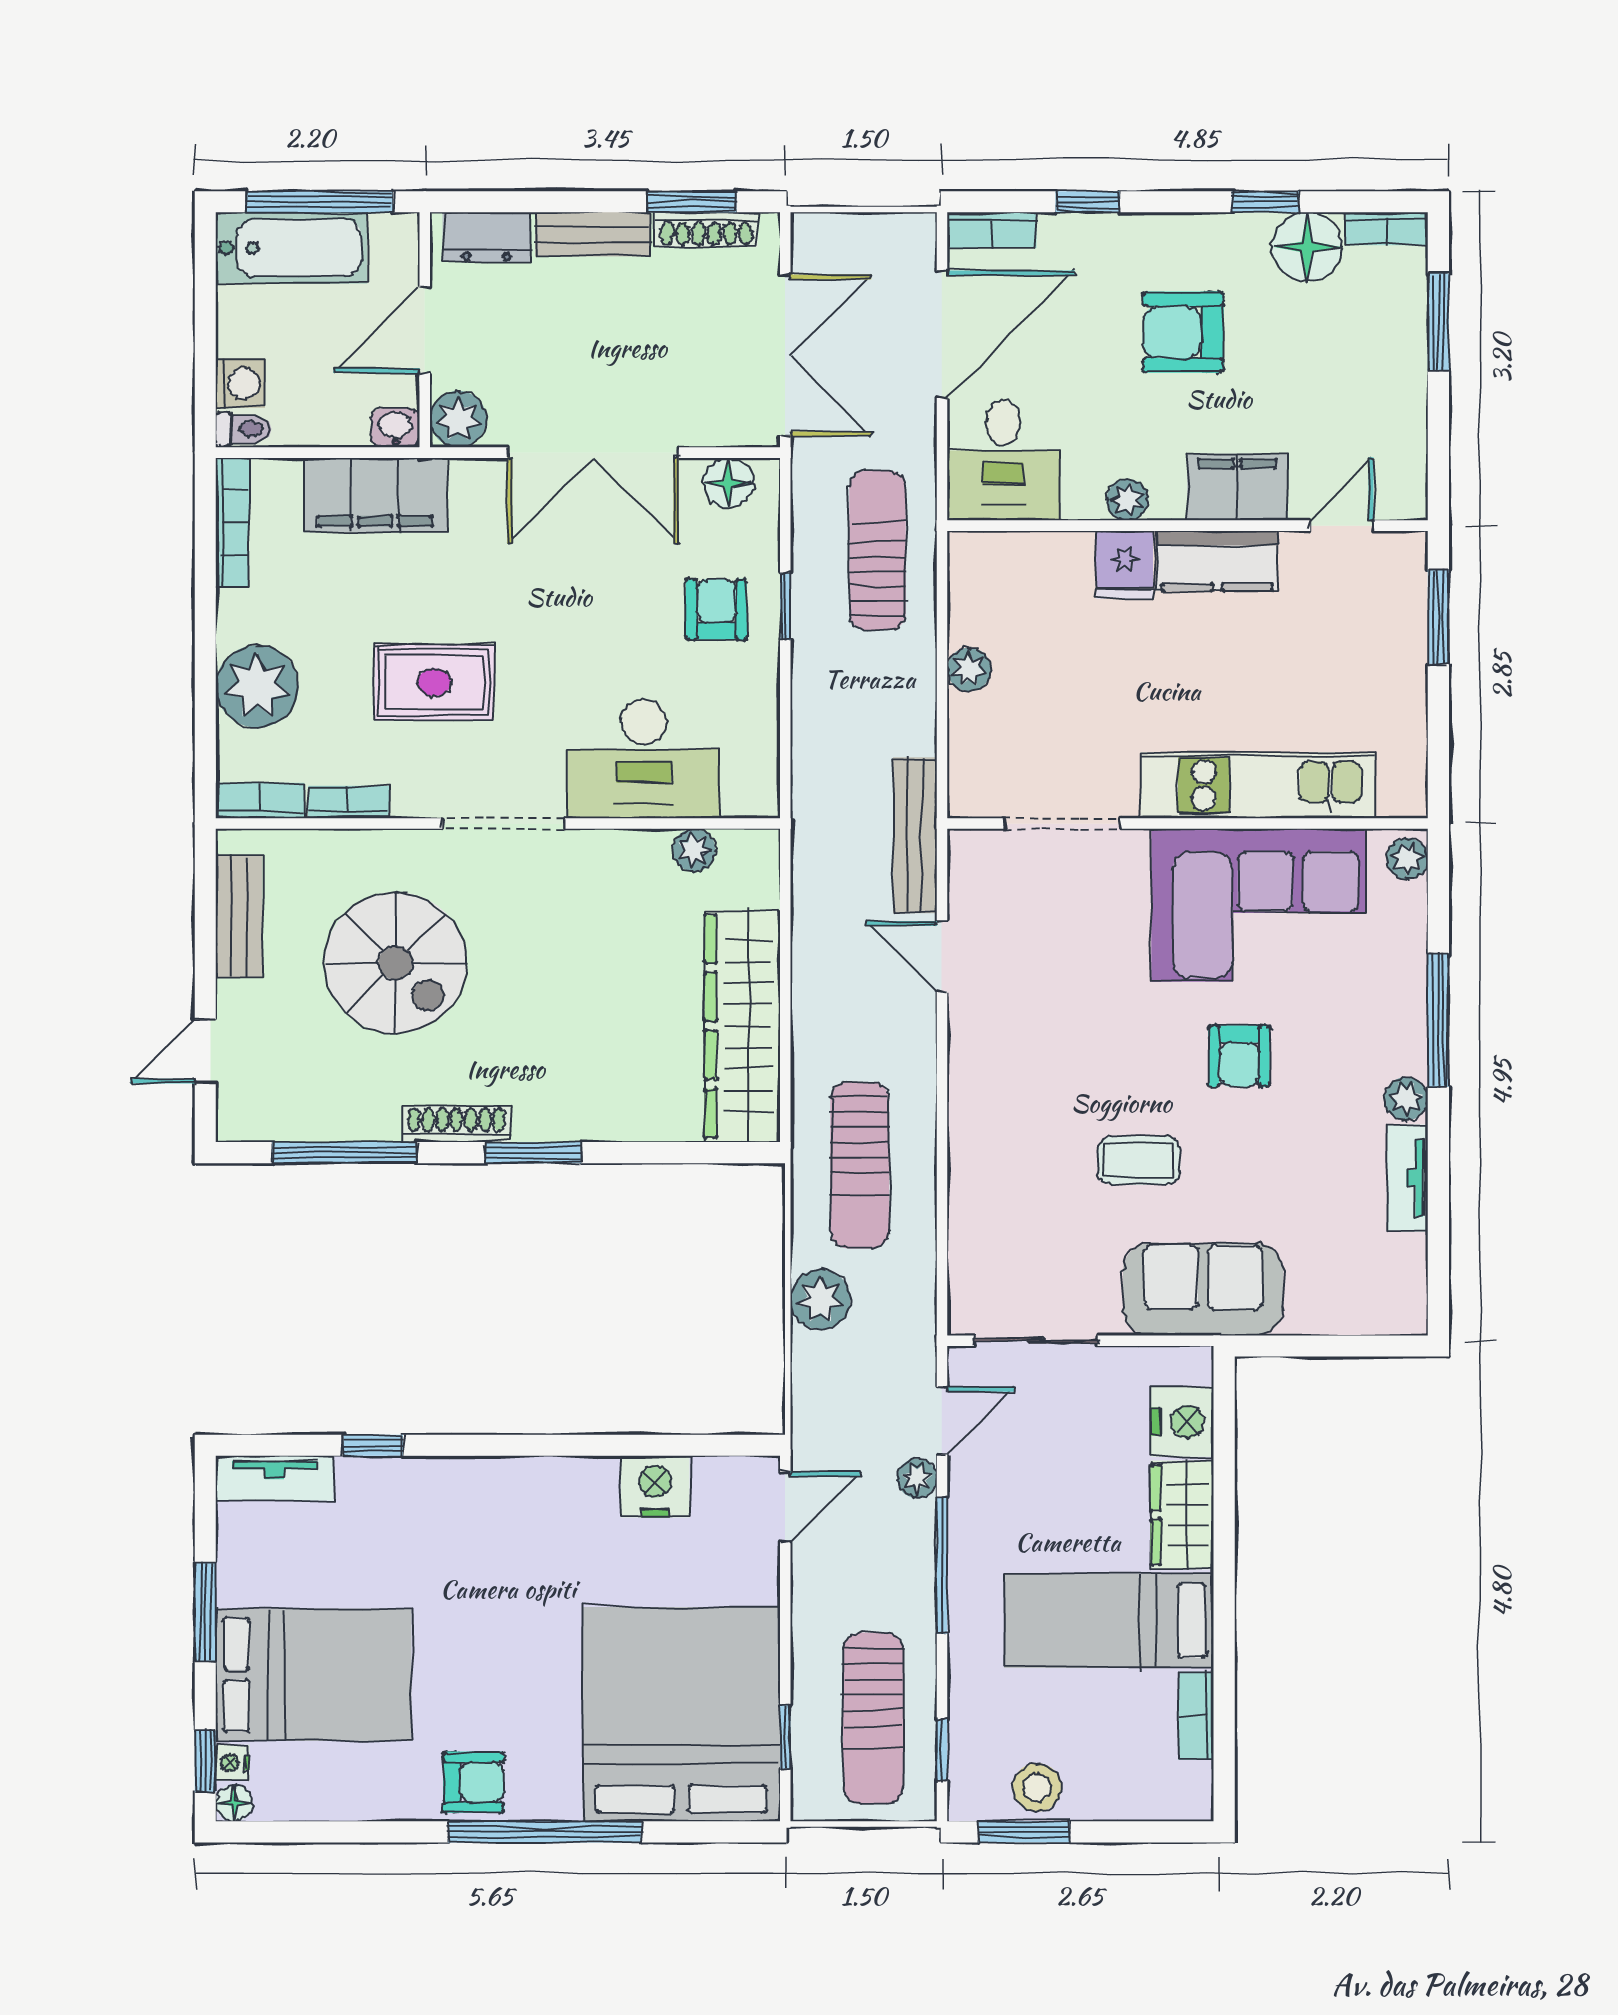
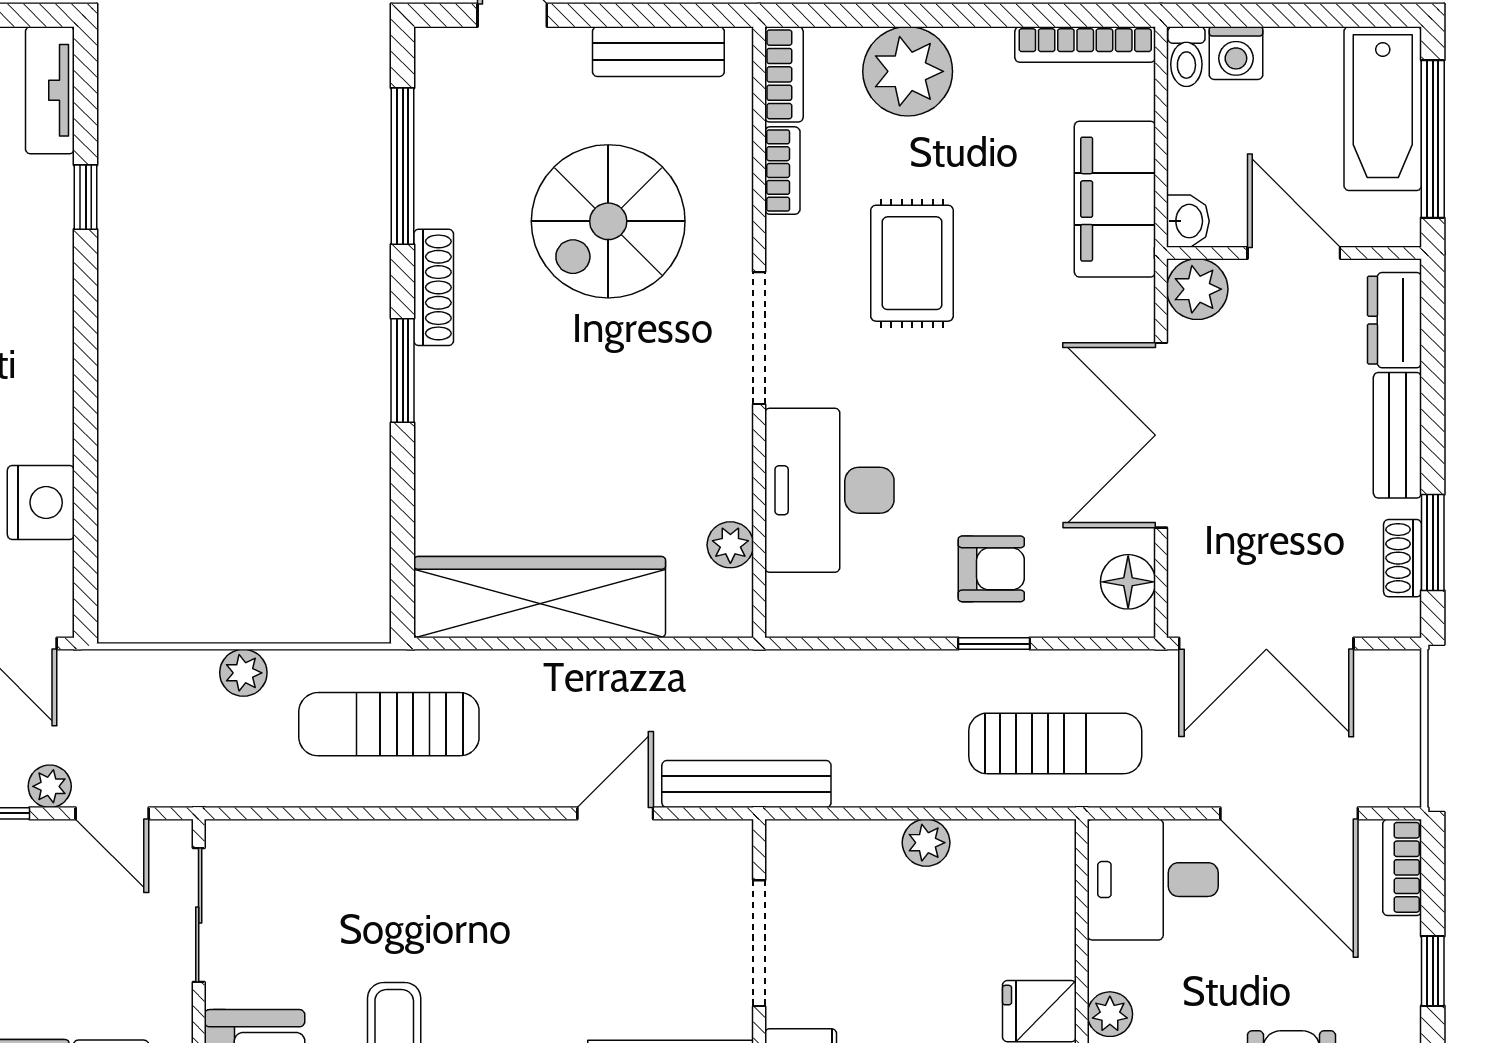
shoe rack: (706, 230) -> (1403, 558), width x0.70
plant: (820, 1300) -> (243, 673), width x0.73, depth x0.73

